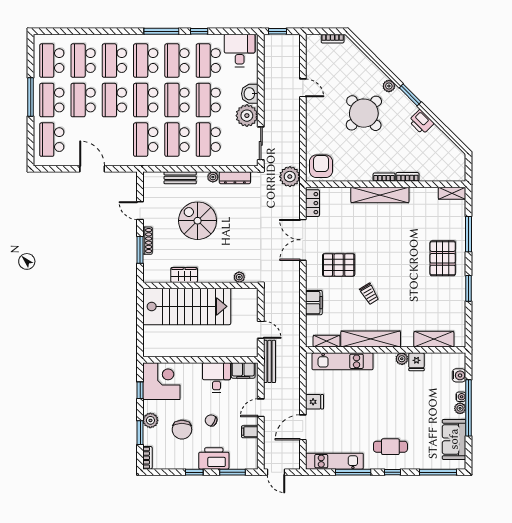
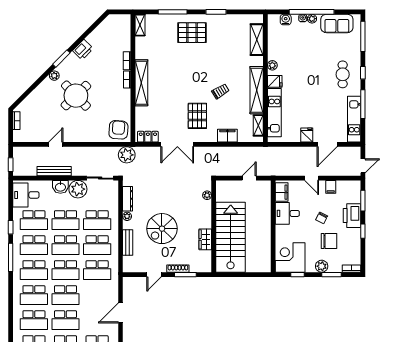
armchair: (321, 166) -> (118, 130), turned 94
bench: (270, 361) -> (54, 171), moved
fridge: (416, 362) -> (275, 81), moved
door: (303, 427) -> (327, 144), hinge flipped

